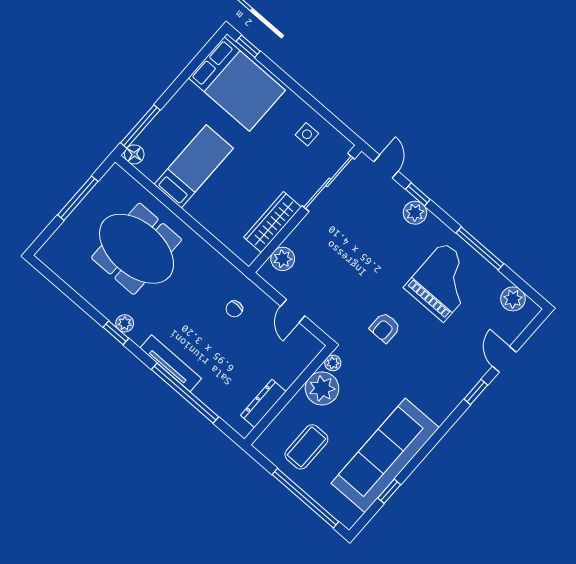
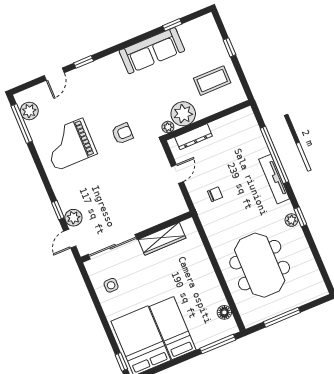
floor lamp: (134, 154) -> (224, 312), moved
bed: (194, 166) -> (173, 328), moved, turned 90
plant: (415, 213) -> (73, 218), moved
window: (480, 248) -> (22, 124), moved
plant: (283, 259) -> (167, 211), removed
dresser: (263, 403) -> (194, 137), moved
sofa: (385, 455) -> (152, 51), width x0.74, depth x0.79
window: (305, 498) -> (229, 47), width x0.32

